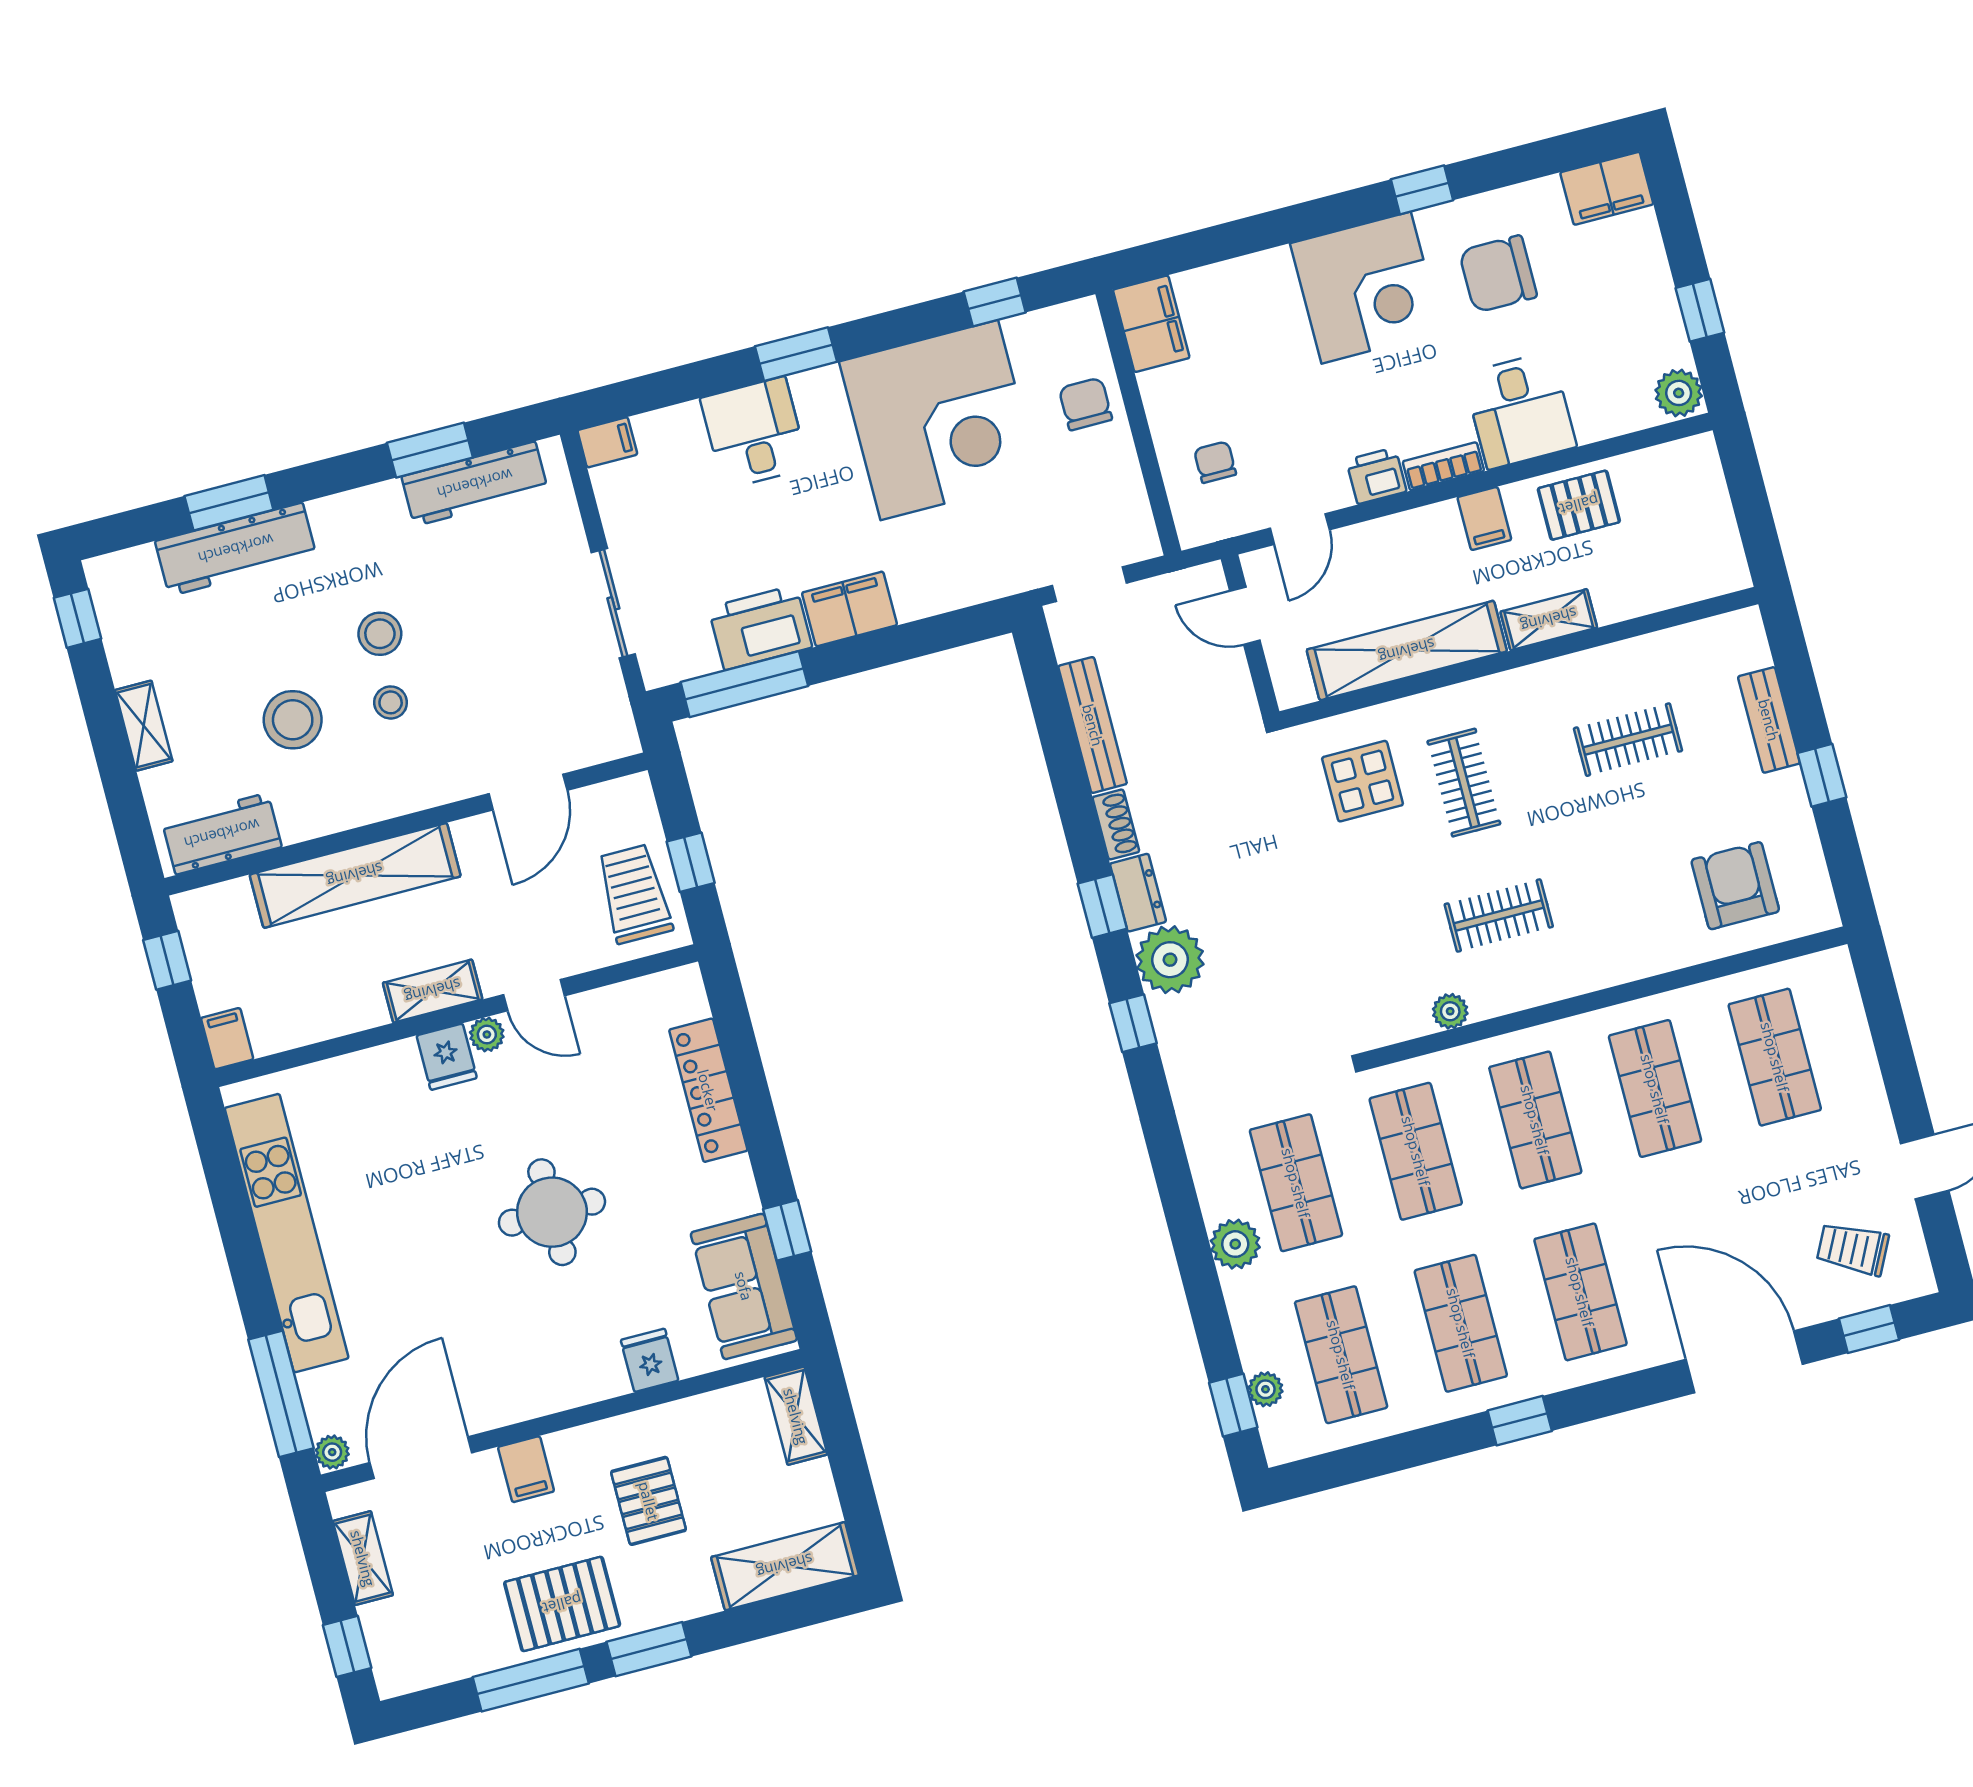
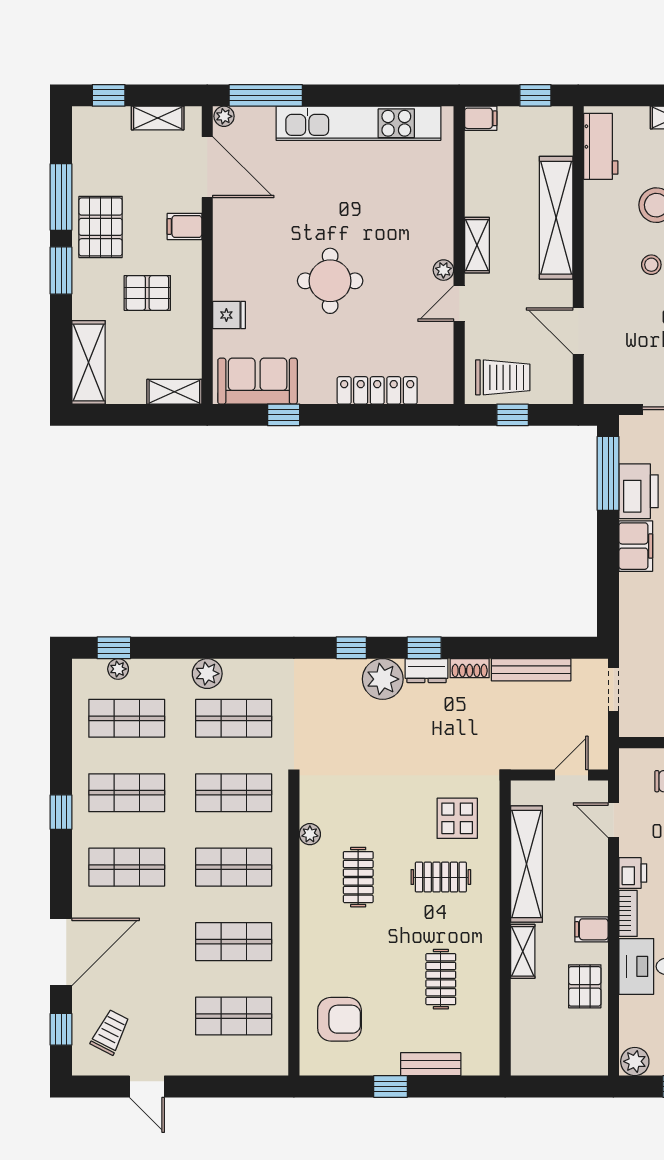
fridge: (447, 1057) -> (437, 243), removed

